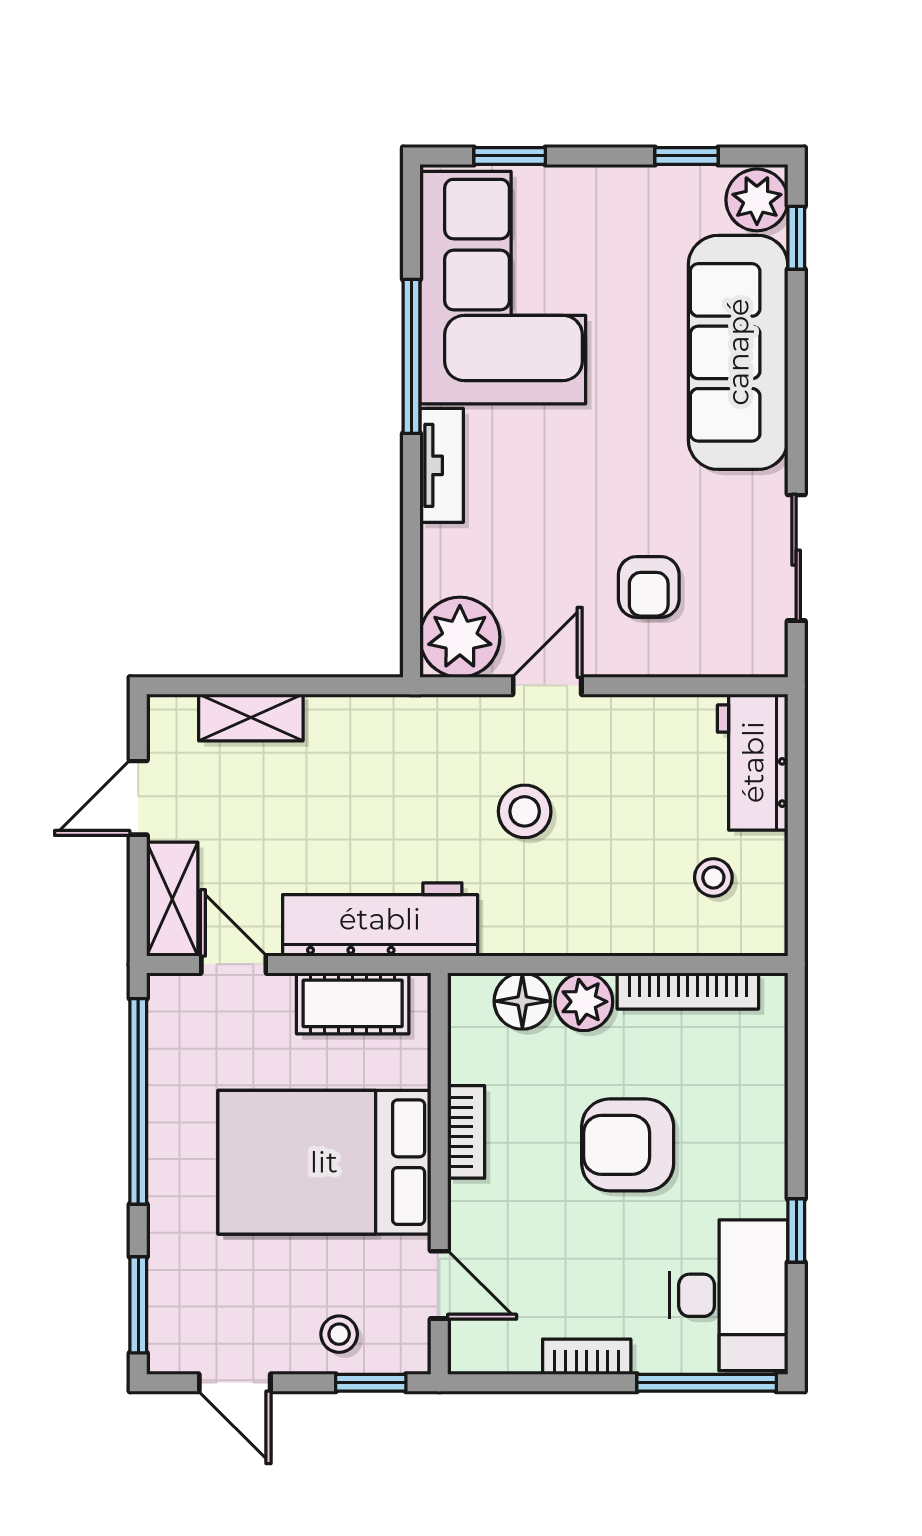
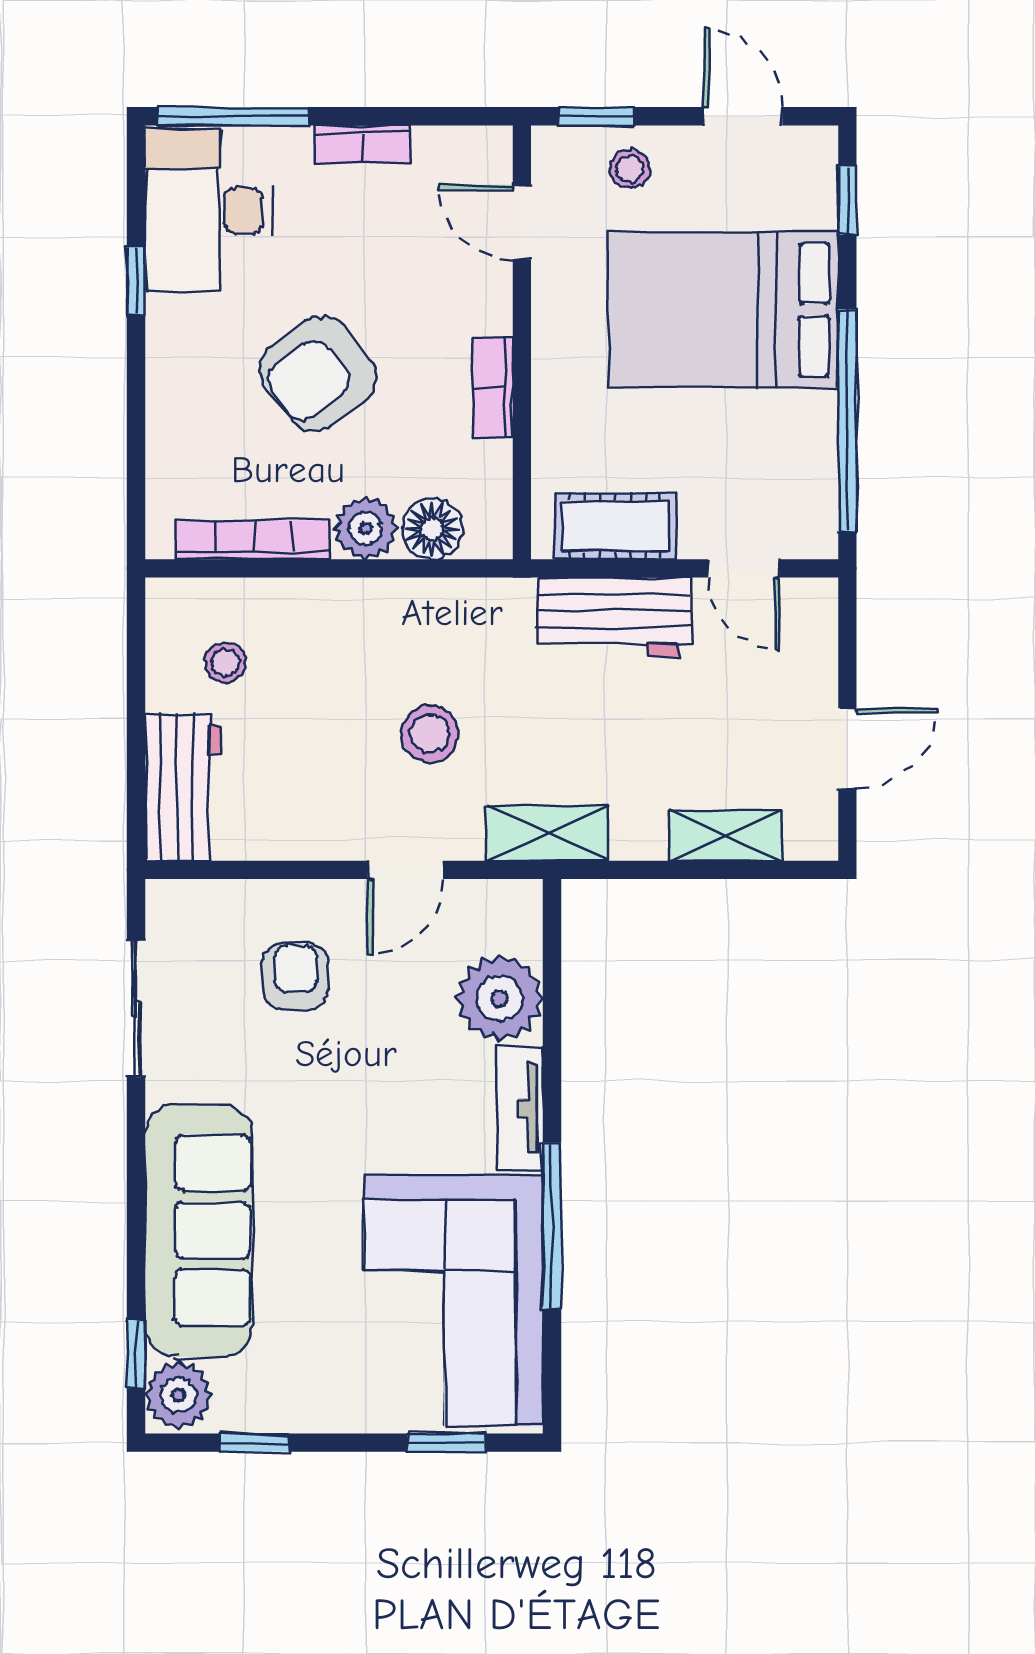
plant: (460, 637) -> (500, 998), moved
shelving: (172, 899) -> (547, 833), moved, turned 90
workbench: (380, 919) -> (615, 617), width x0.73
armchair: (628, 1145) -> (318, 373), turned 143
bed: (324, 1162) -> (723, 310), moved, turned 180
window: (138, 1305) -> (847, 200), width x0.67

